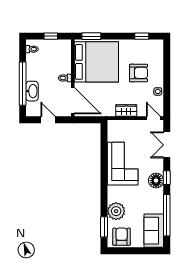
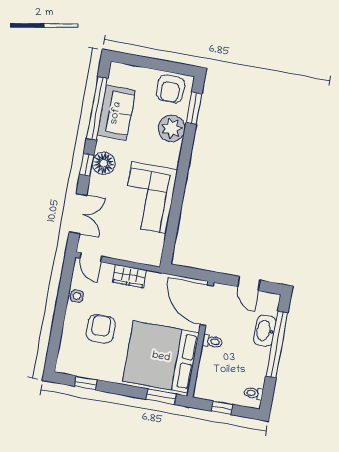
armchair: (139, 73) -> (101, 329), turned 90
sofa: (154, 231) -> (116, 113), moved

